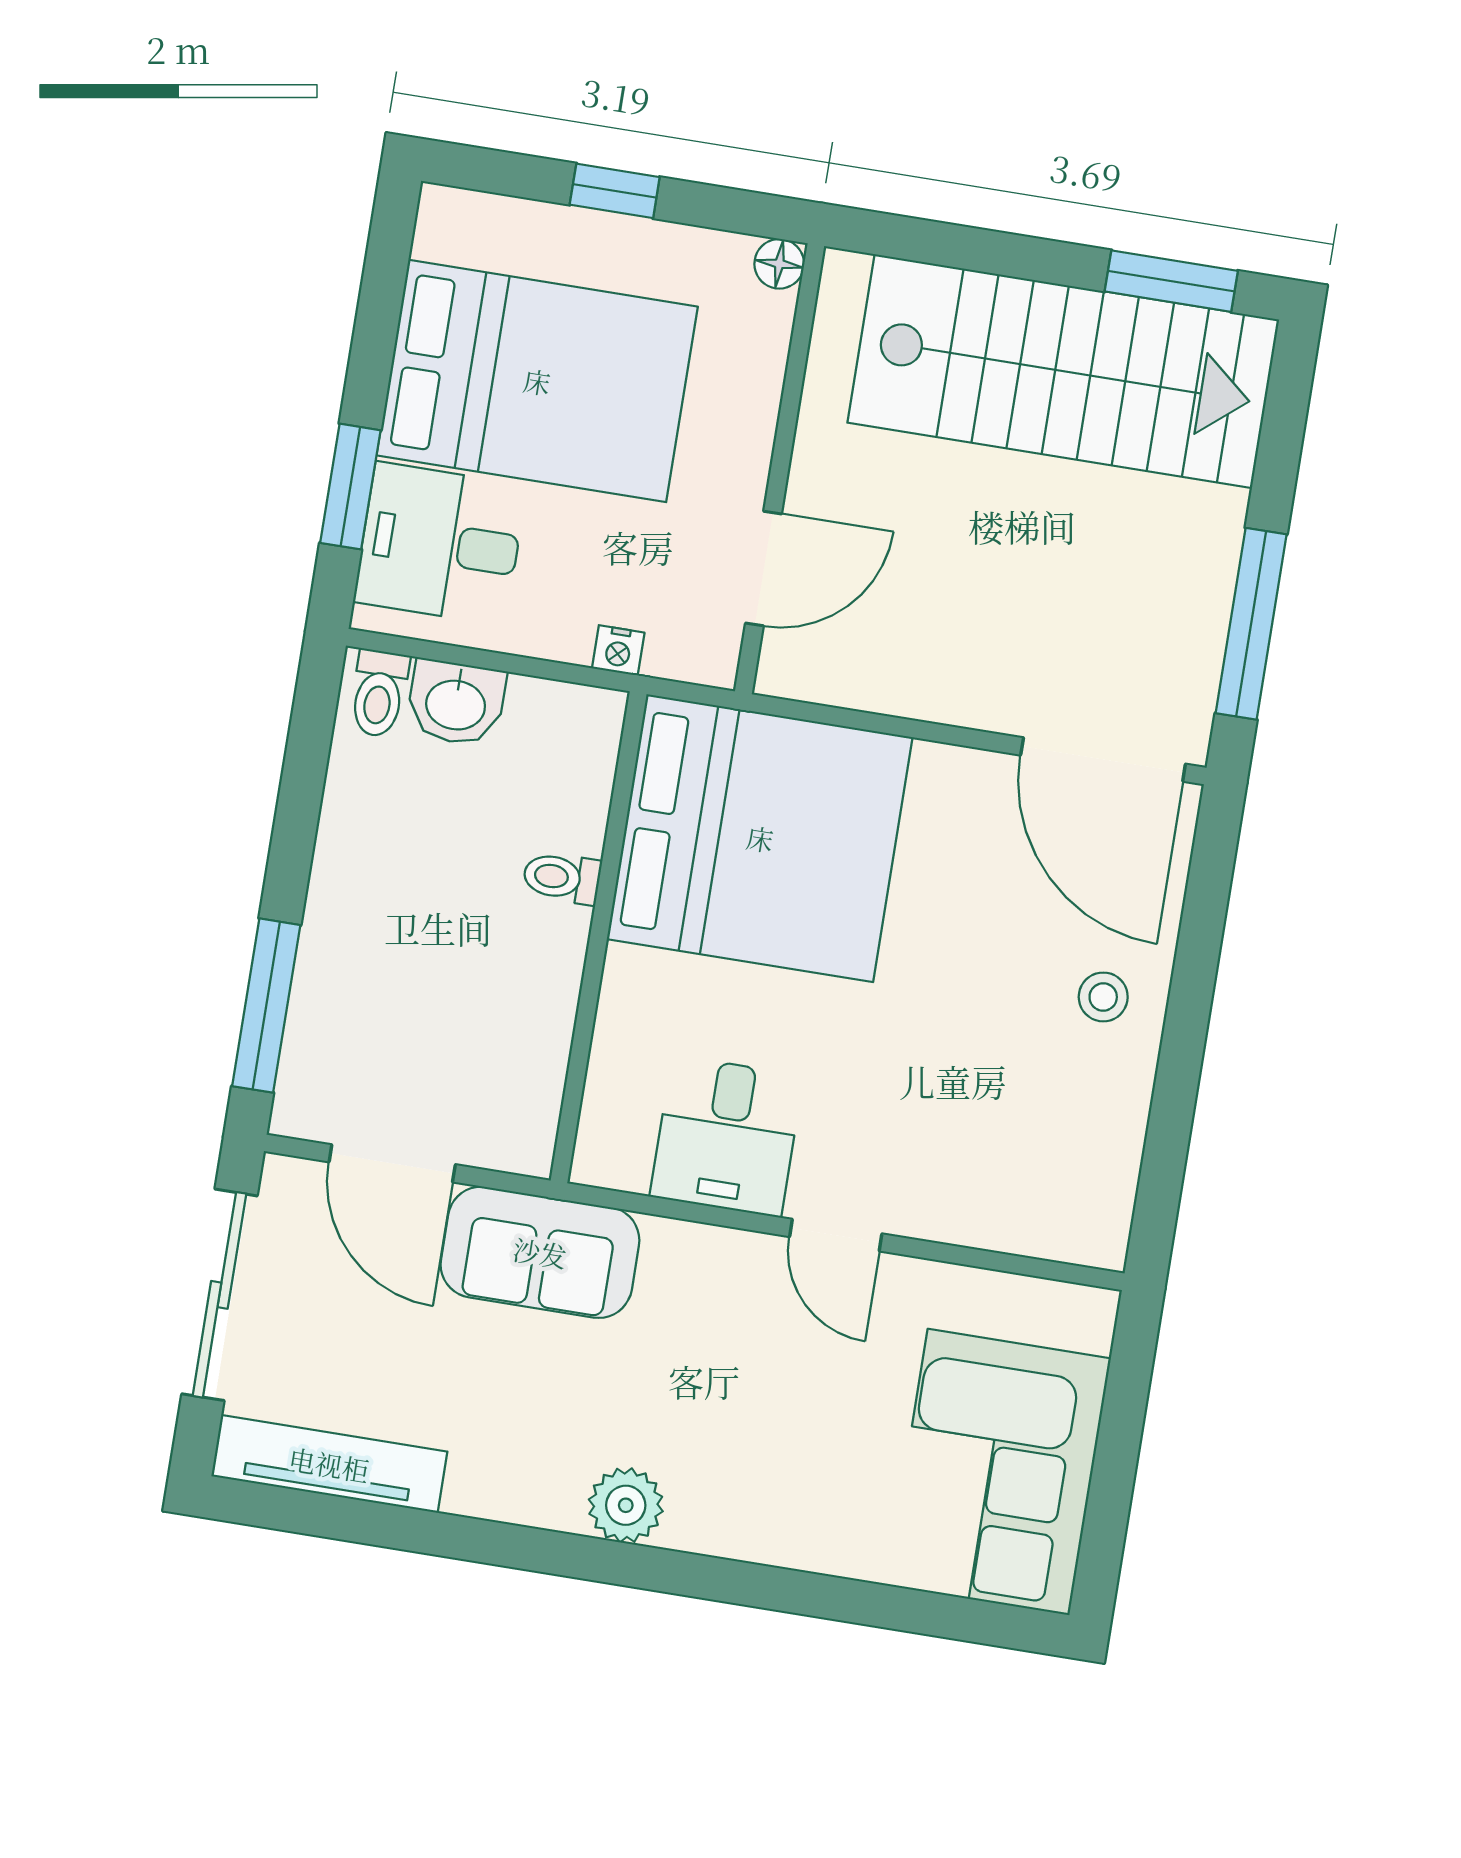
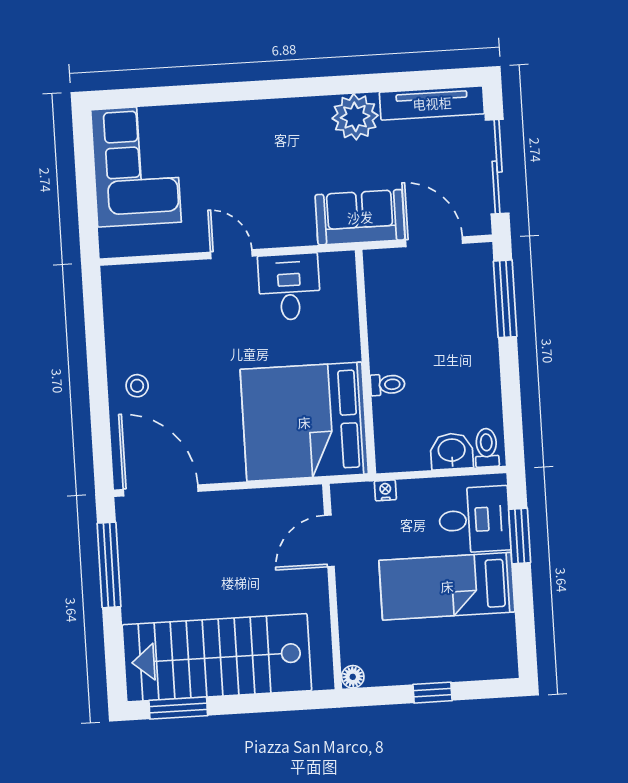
bed: (537, 381) -> (447, 586), width x0.67
plant: (626, 1505) -> (355, 117), moved, width x1.36, depth x1.36

